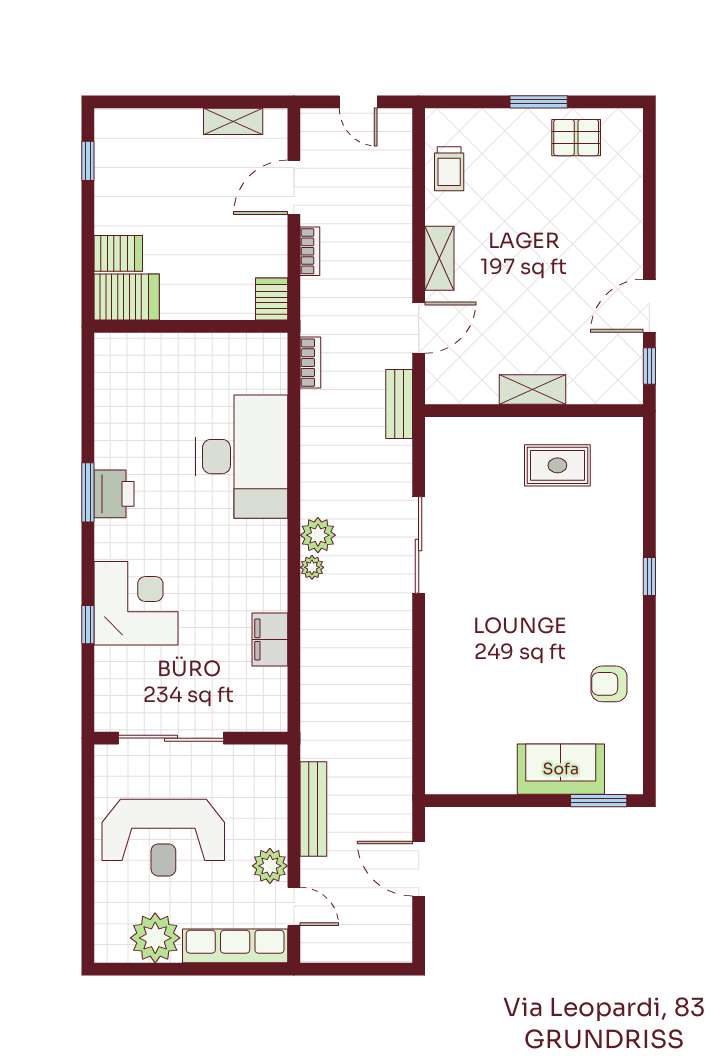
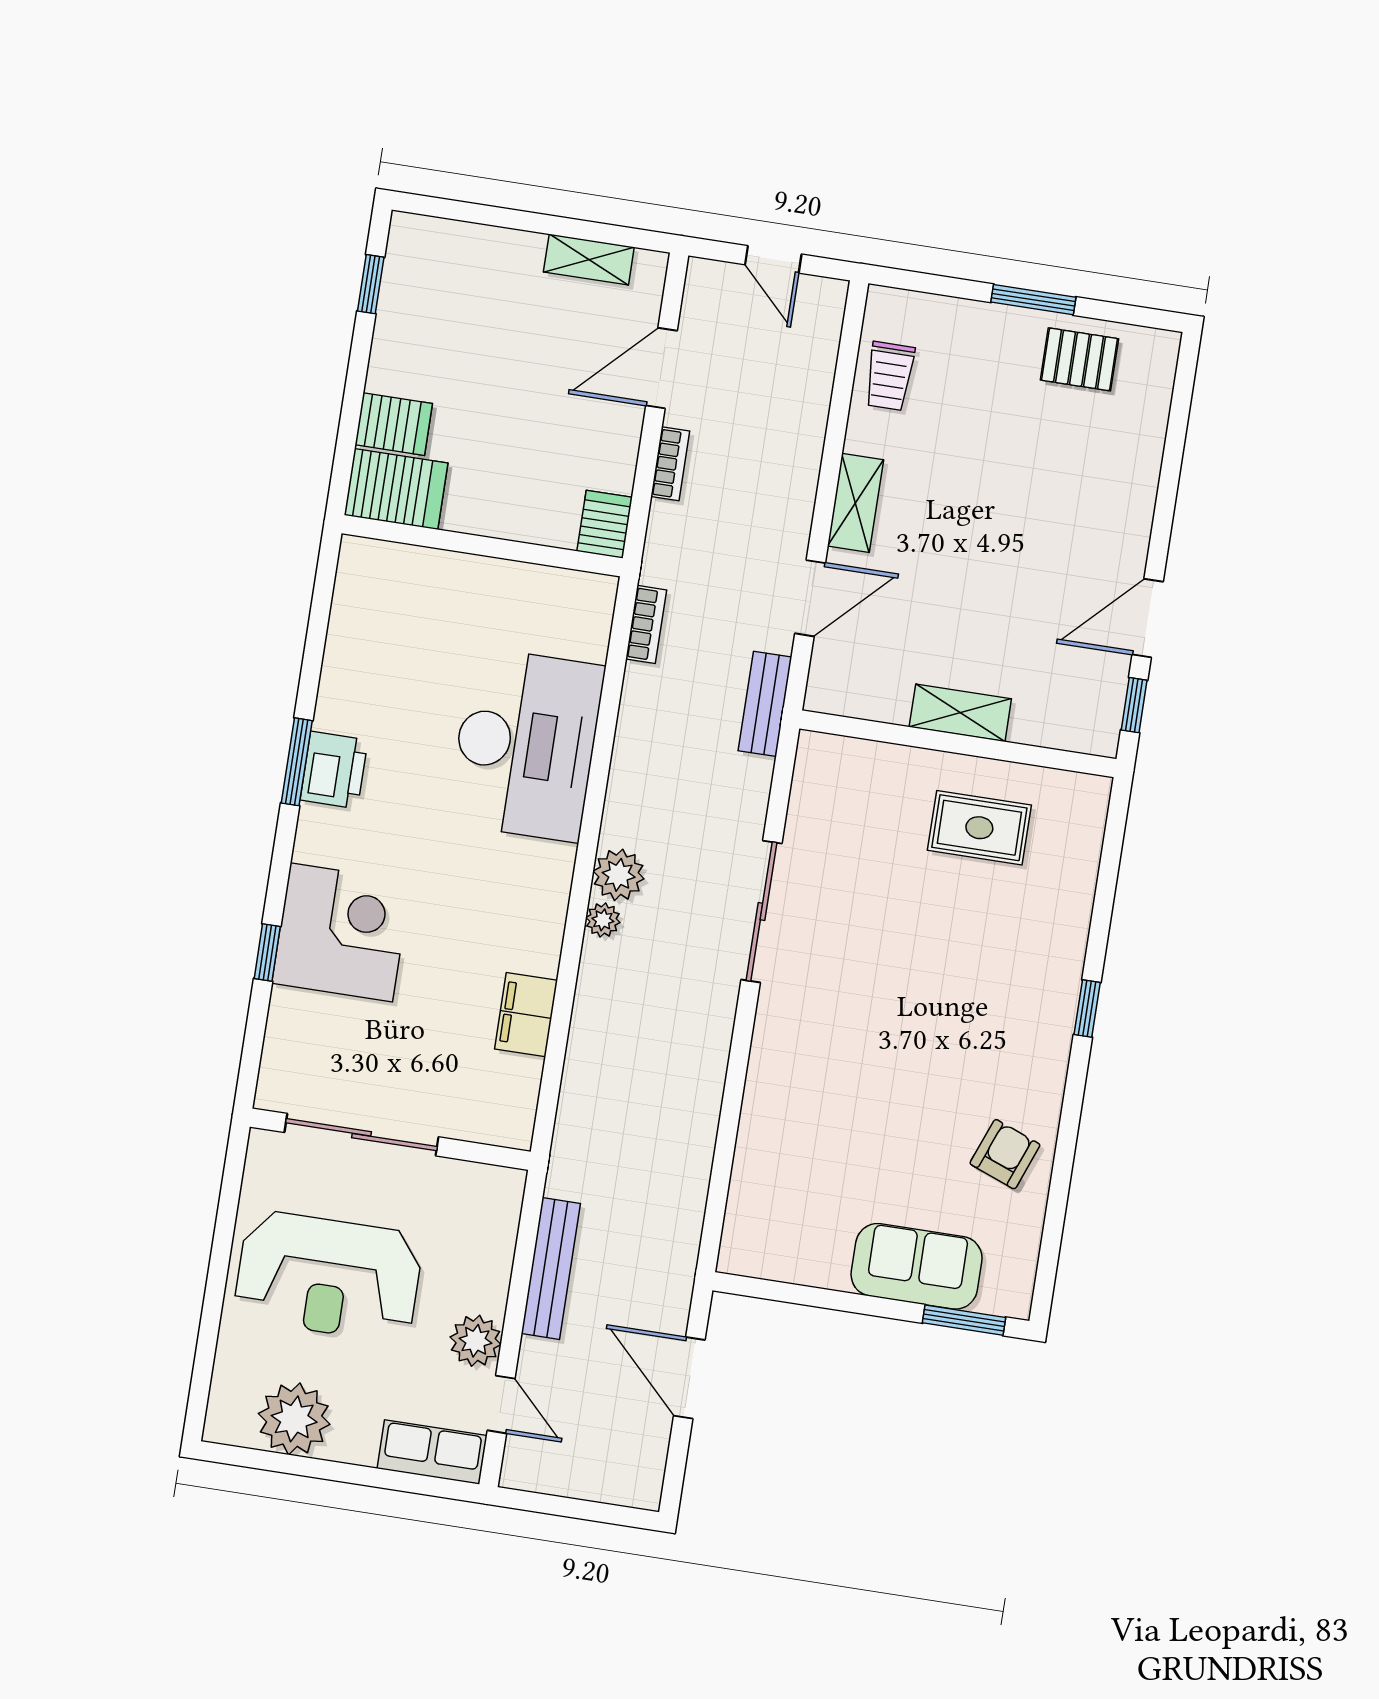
armchair: (609, 684) -> (1005, 1154), turned 111
row of seats: (235, 946) -> (432, 1452), width x0.68

